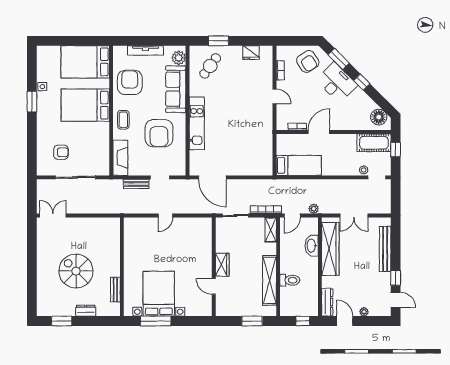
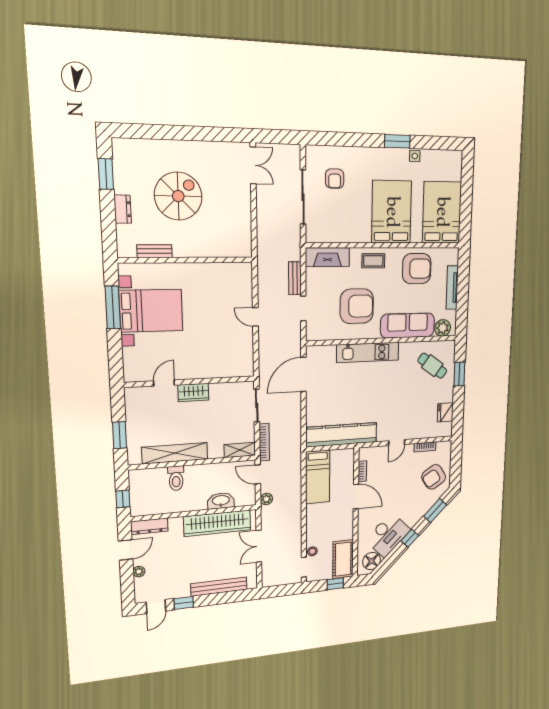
desk: (337, 83) -> (388, 535), moved
armchair: (159, 133) -> (357, 306), turned 180
kitchen counter: (264, 145) -> (341, 435), added

